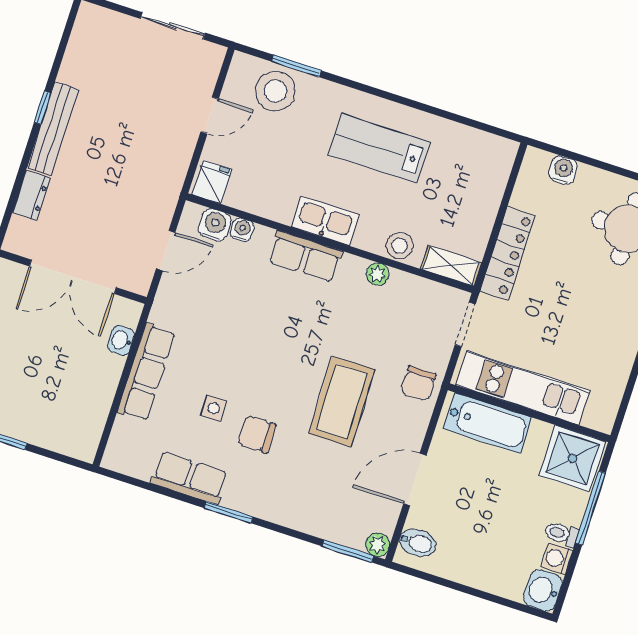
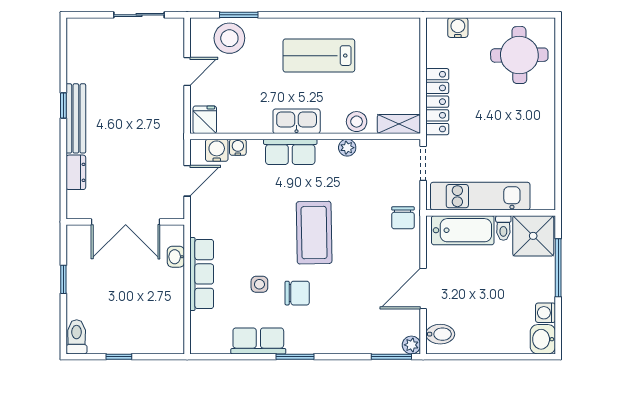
coffee table: (342, 402) -> (314, 233), moved
chair: (257, 434) -> (297, 293), turned 180
toilet: (561, 534) -> (503, 228), moved, turned -90

